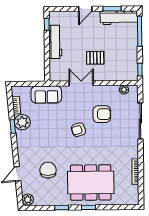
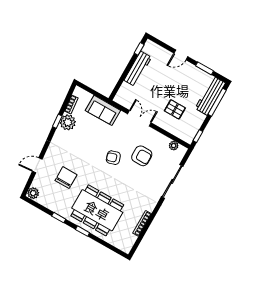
workbench: (119, 18) -> (210, 96), moved, turned 90
pallet: (95, 58) -> (175, 109), moved

